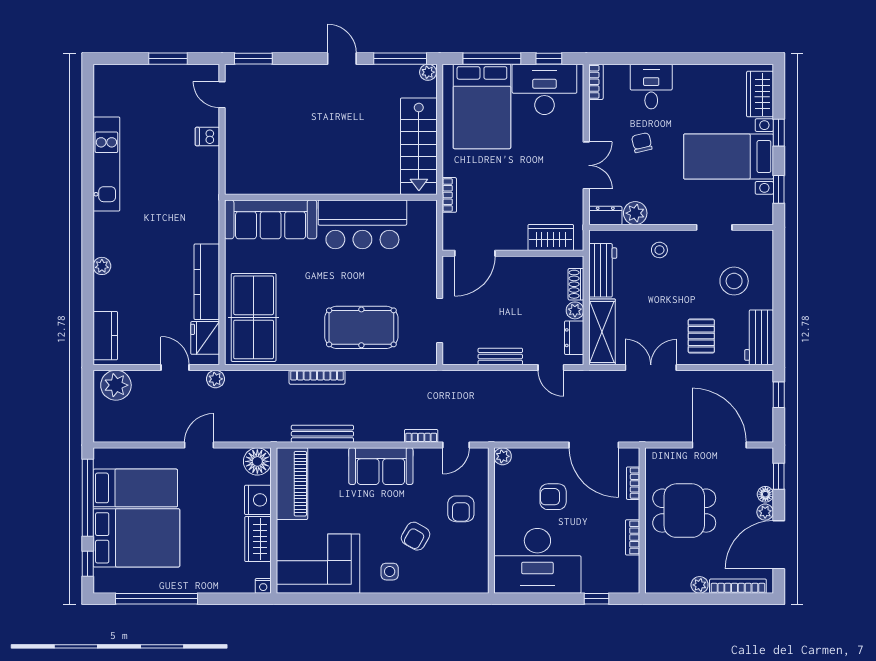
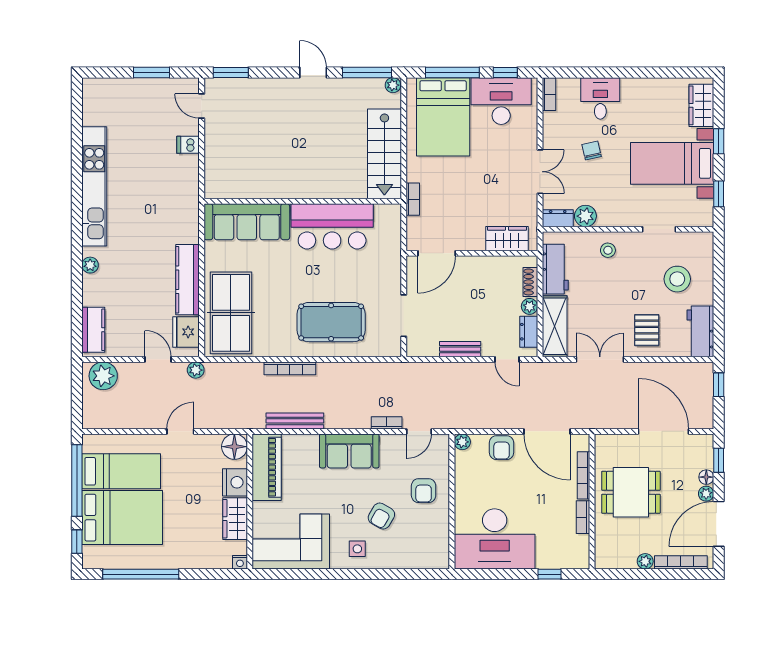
kitchen unit: (106, 164) -> (94, 186), width x1.36
bookcase: (633, 483) -> (583, 475), width x1.56
armchair: (553, 497) -> (502, 448), moved, turned -90

